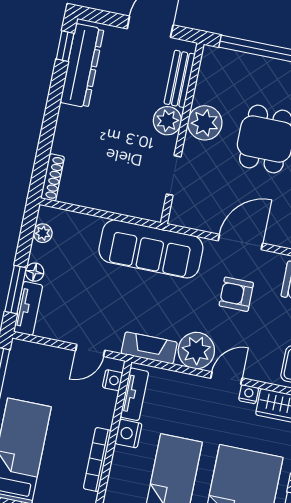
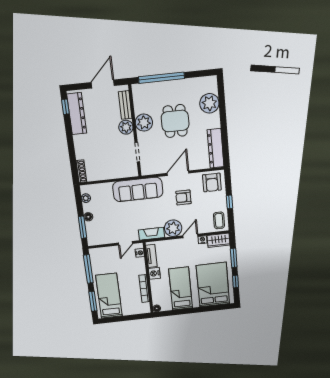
tv unit: (28, 308) -> (91, 234), removed

